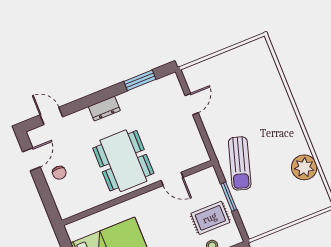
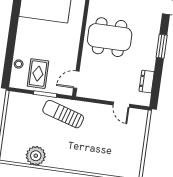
window: (140, 80) -> (162, 46), moved
dresser: (104, 109) -> (147, 82), moved
door: (172, 179) -> (76, 80), moved

